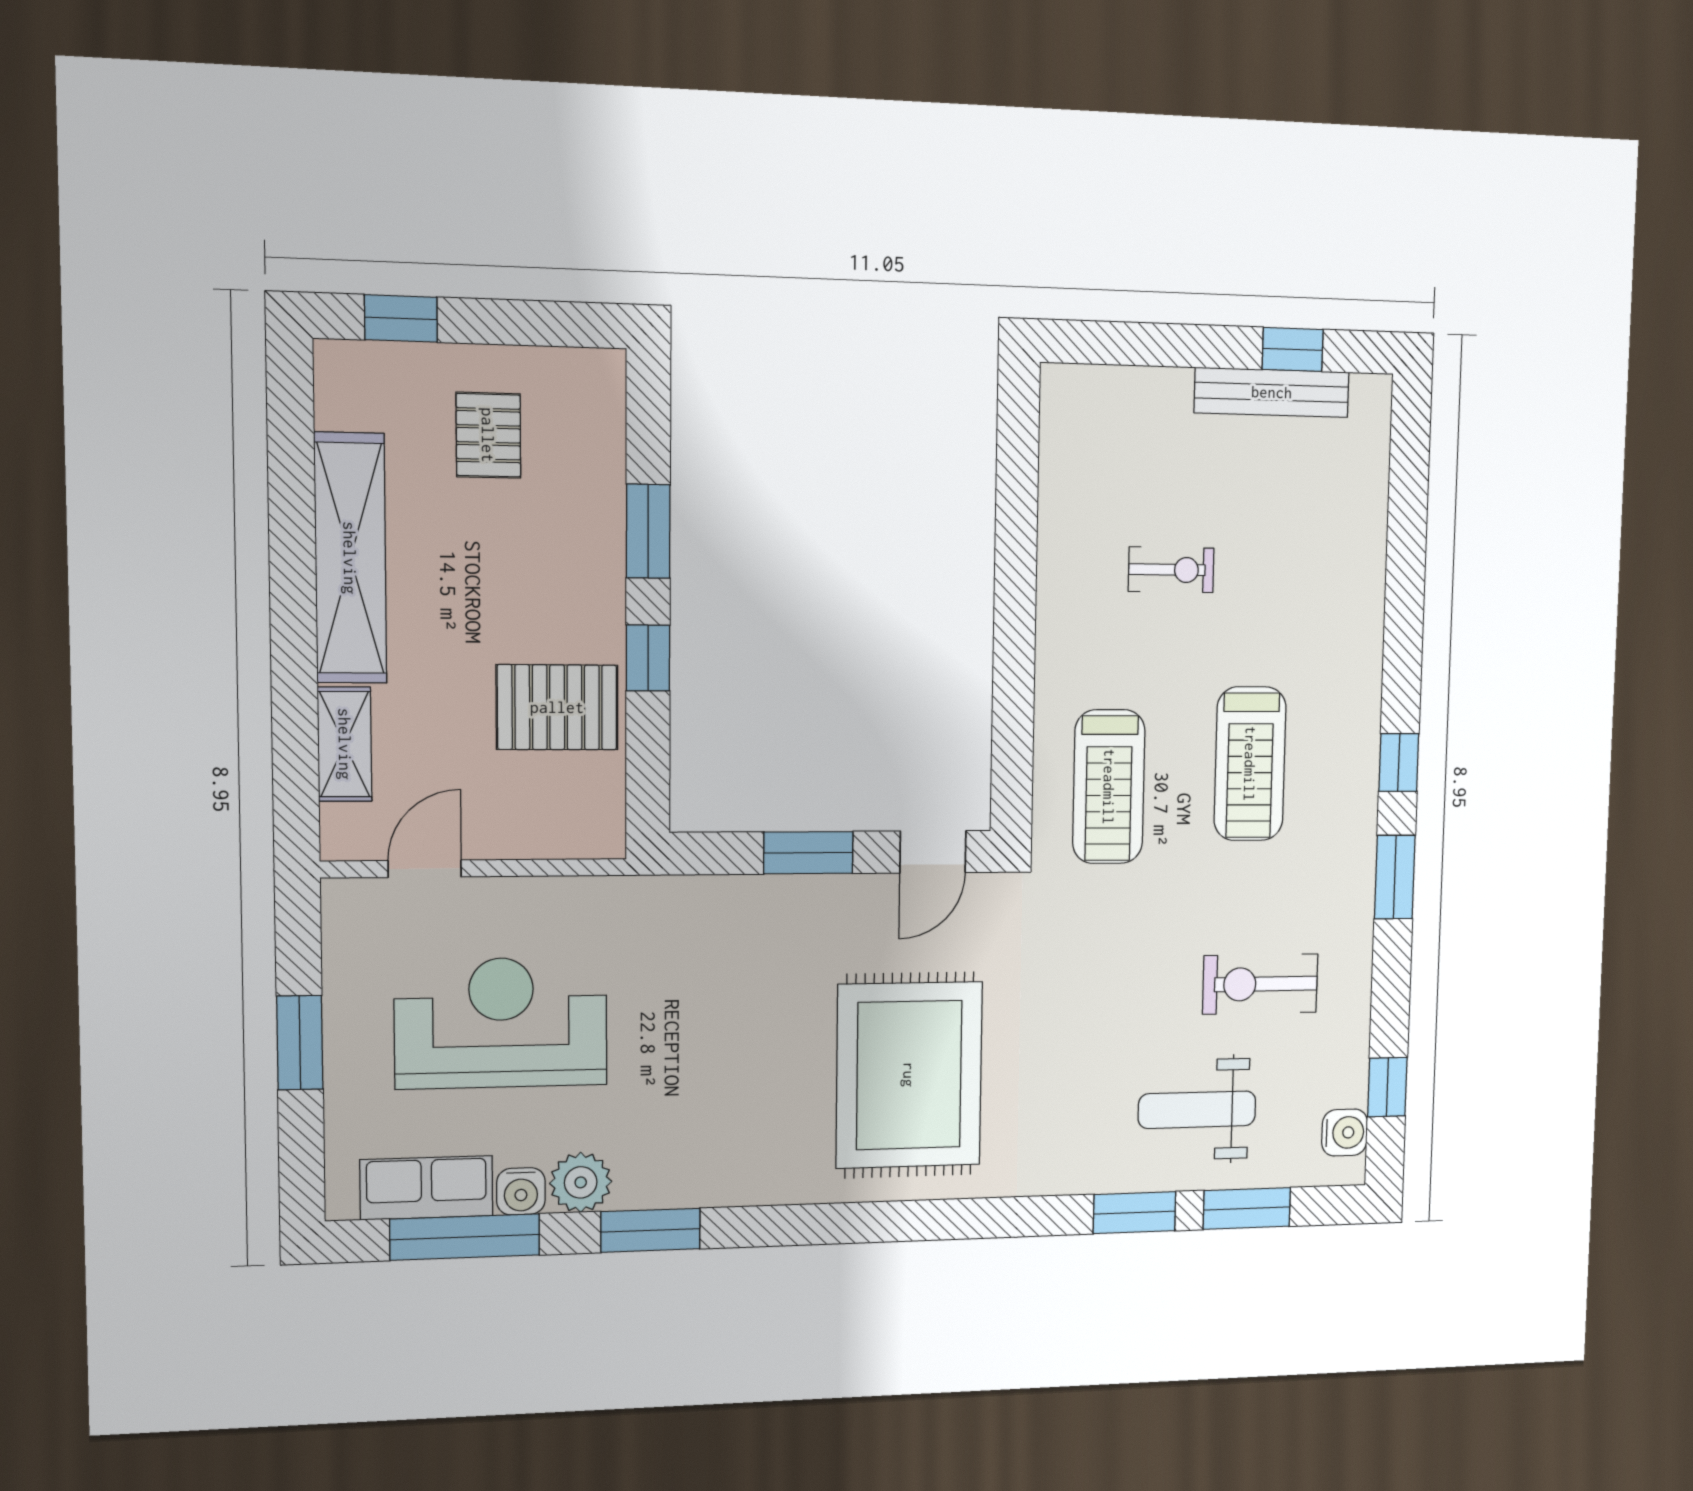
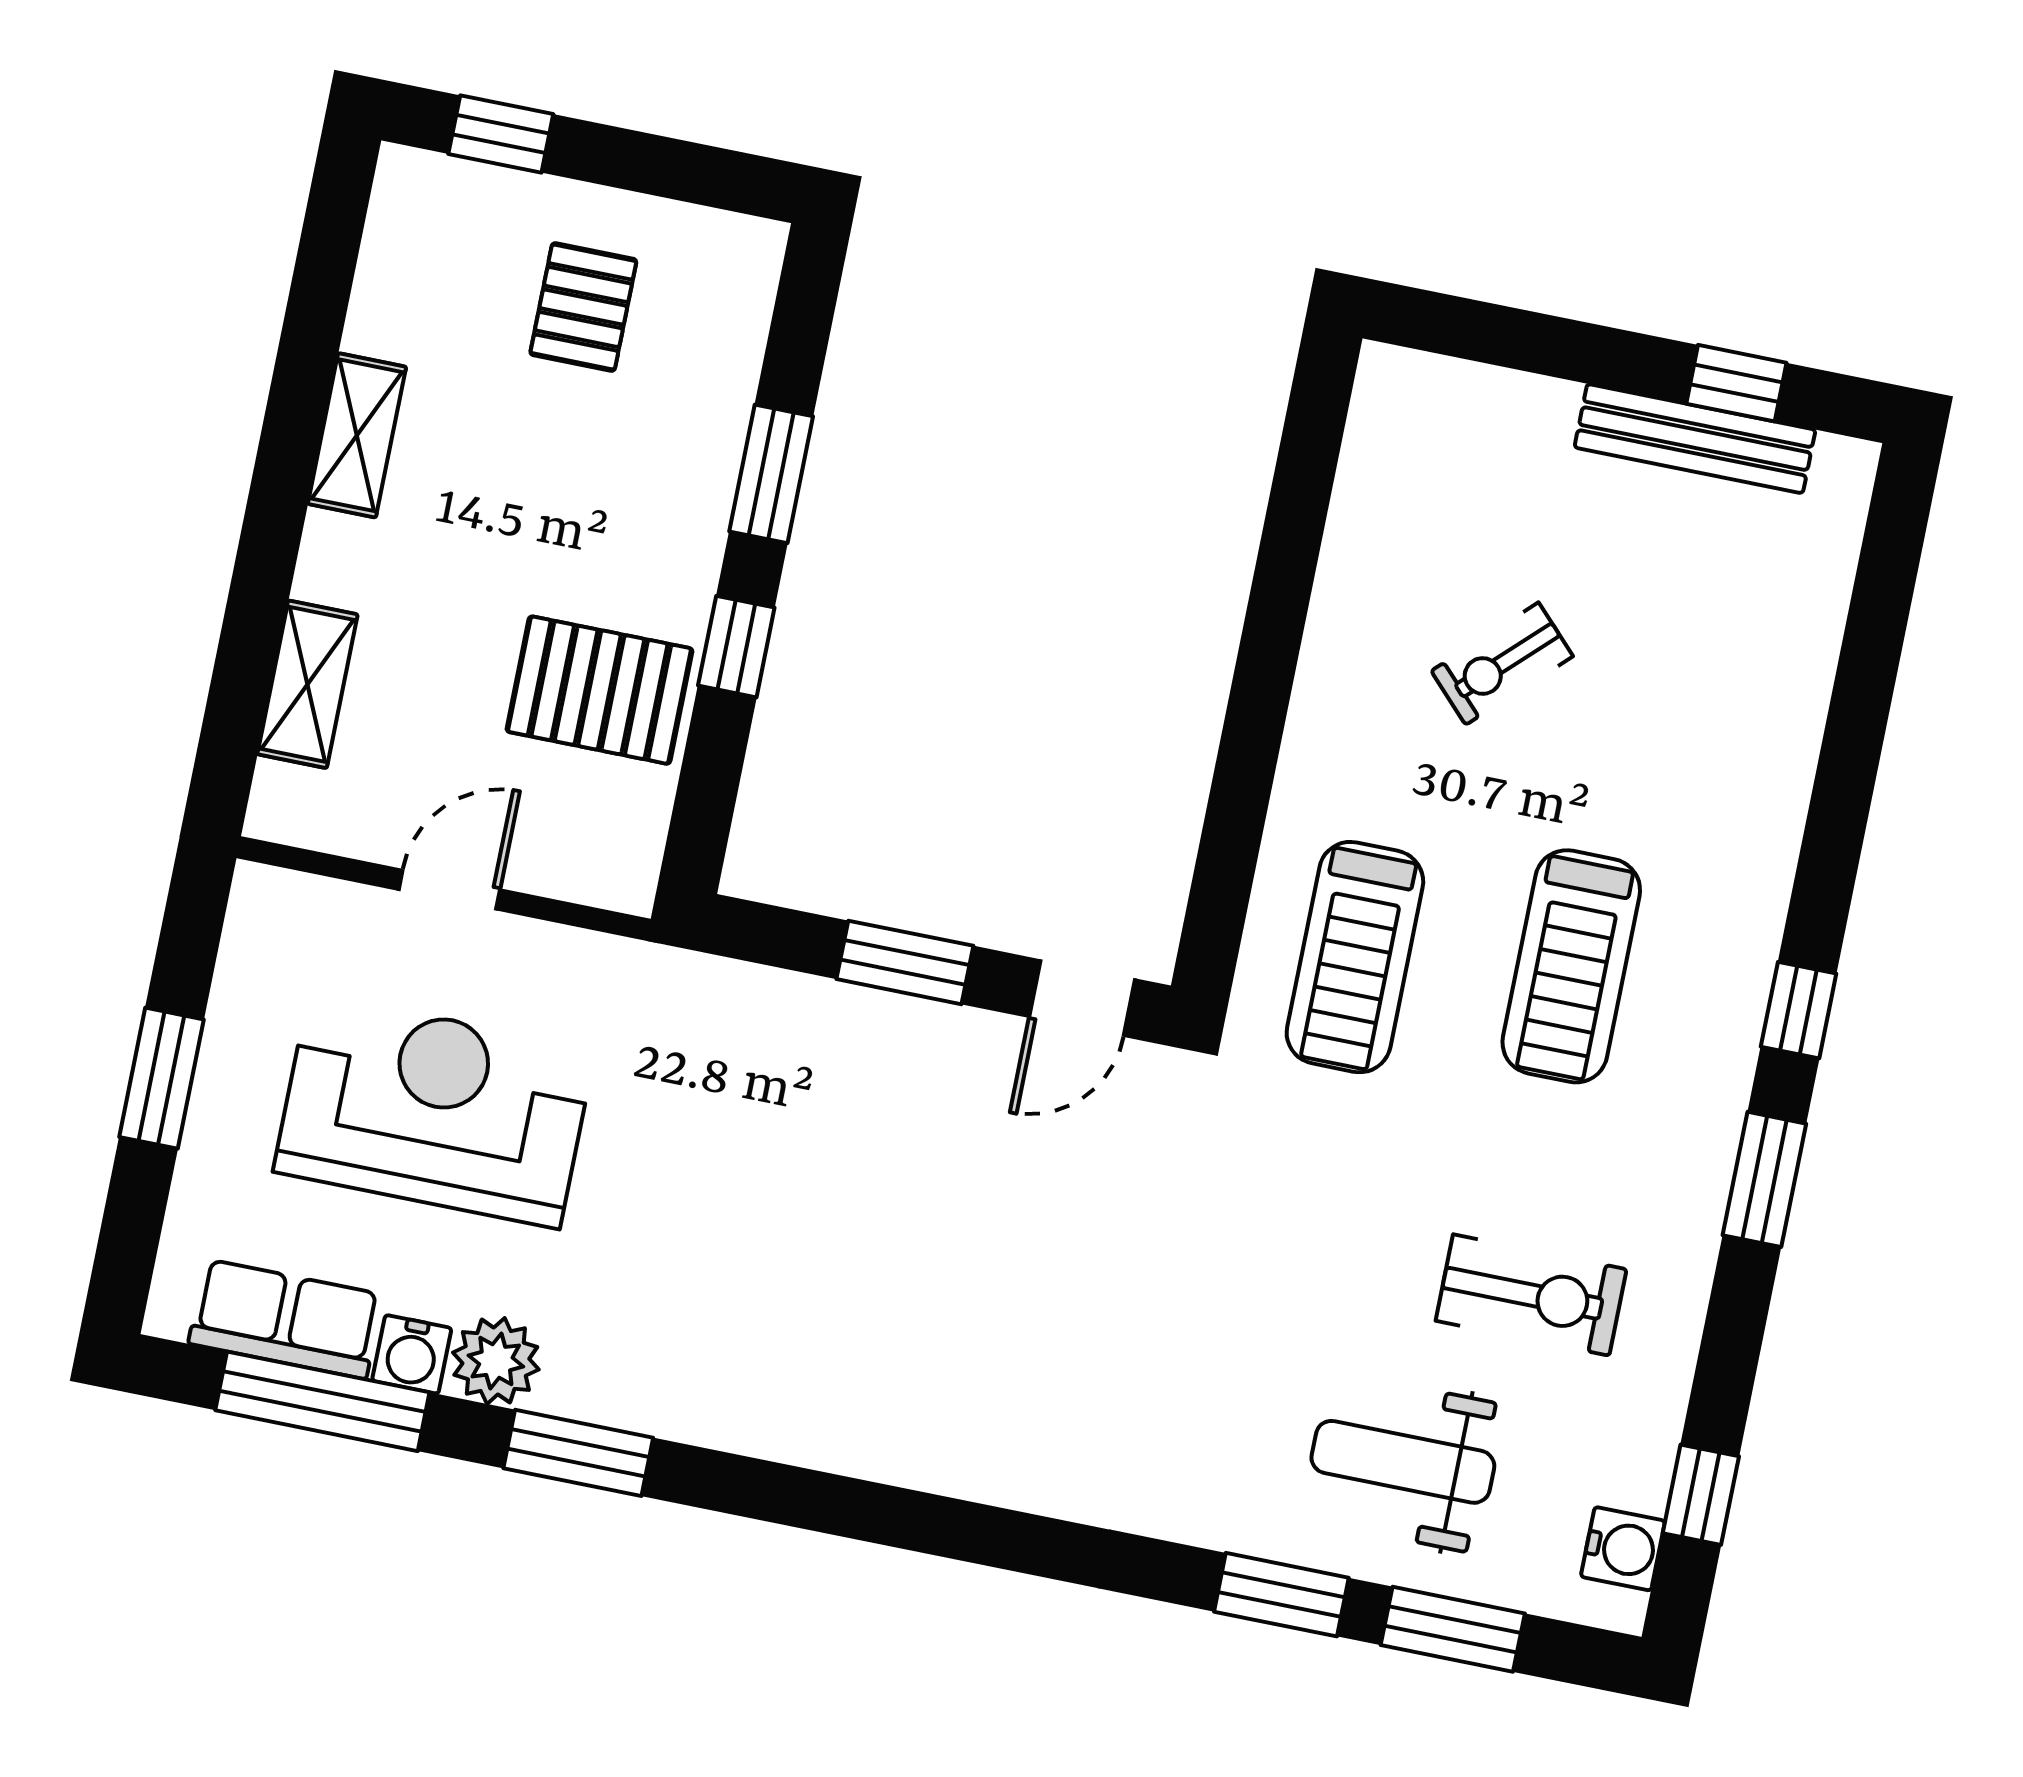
shelving: (350, 558) -> (357, 435), width x0.45, depth x0.75
exercise bike: (1171, 570) -> (1502, 664), turned 136
door: (425, 869) -> (449, 890), moved
exercise bike: (1260, 984) -> (1531, 1295), turned 180
rug: (909, 1075) -> (988, 1313), removed

